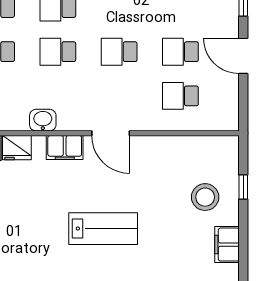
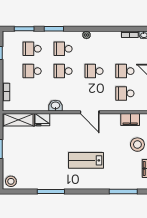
filing cabinet: (65, 148) -> (130, 119), moved
lab bench: (103, 229) -> (86, 160), turned 180

